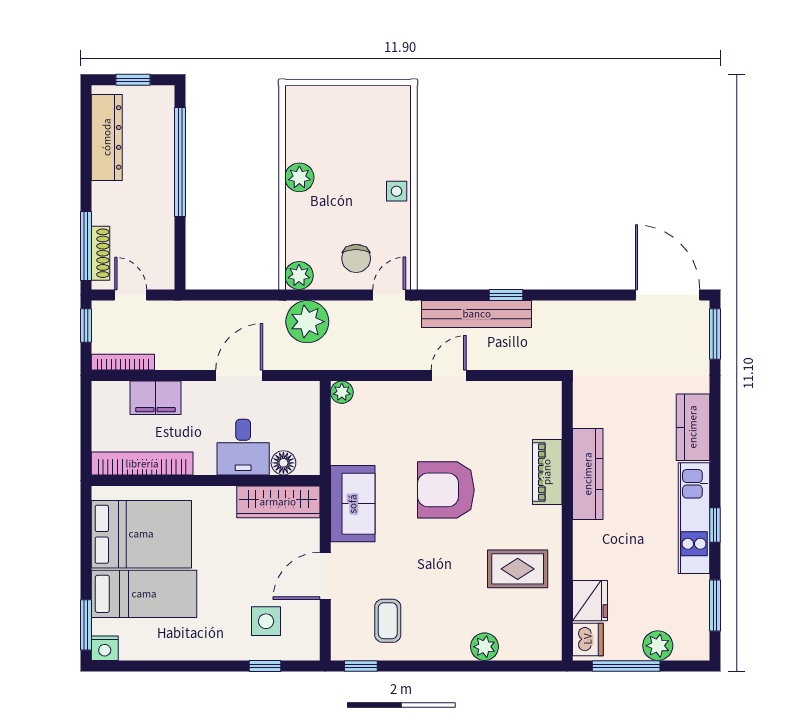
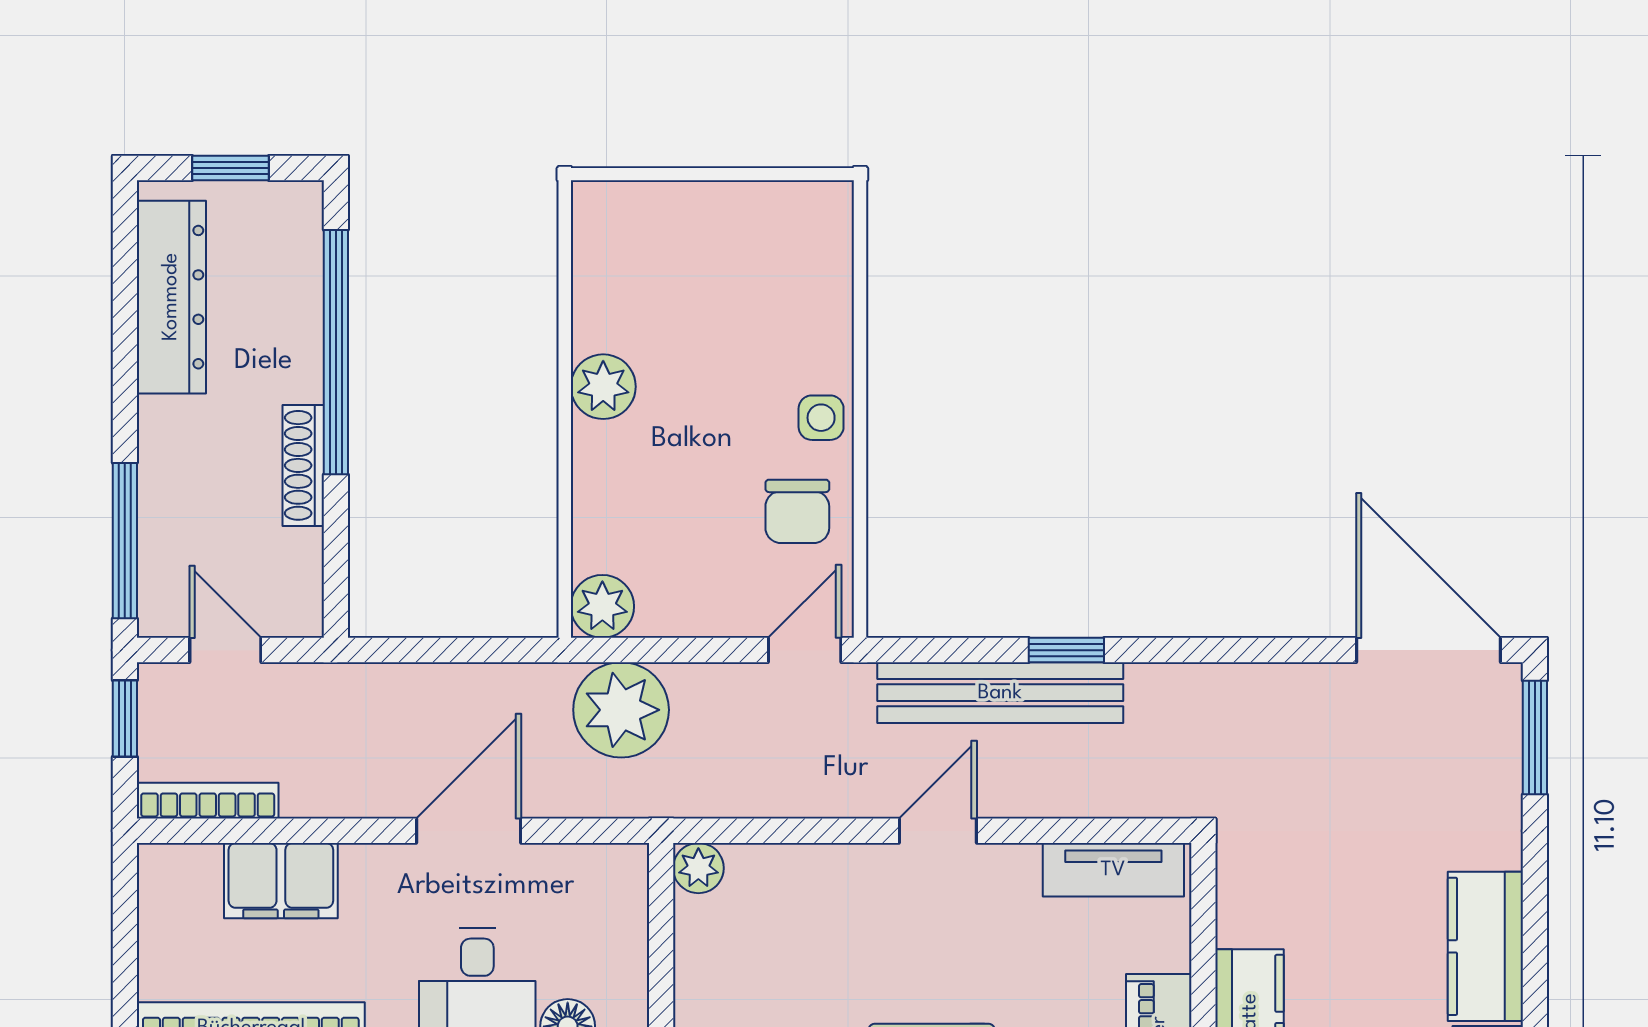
shoe rack: (100, 253) -> (303, 465), moved, turned 180
chair: (356, 258) -> (797, 511), moved
tv unit: (527, 393) -> (1113, 870), added

